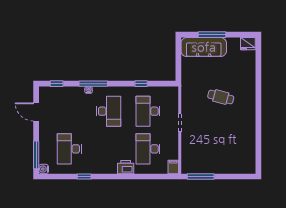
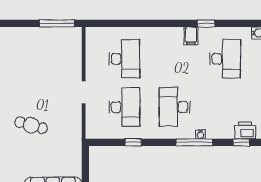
printer: (126, 167) -> (245, 130), moved, turned 180
filing cabinet: (173, 167) -> (191, 36), moved

